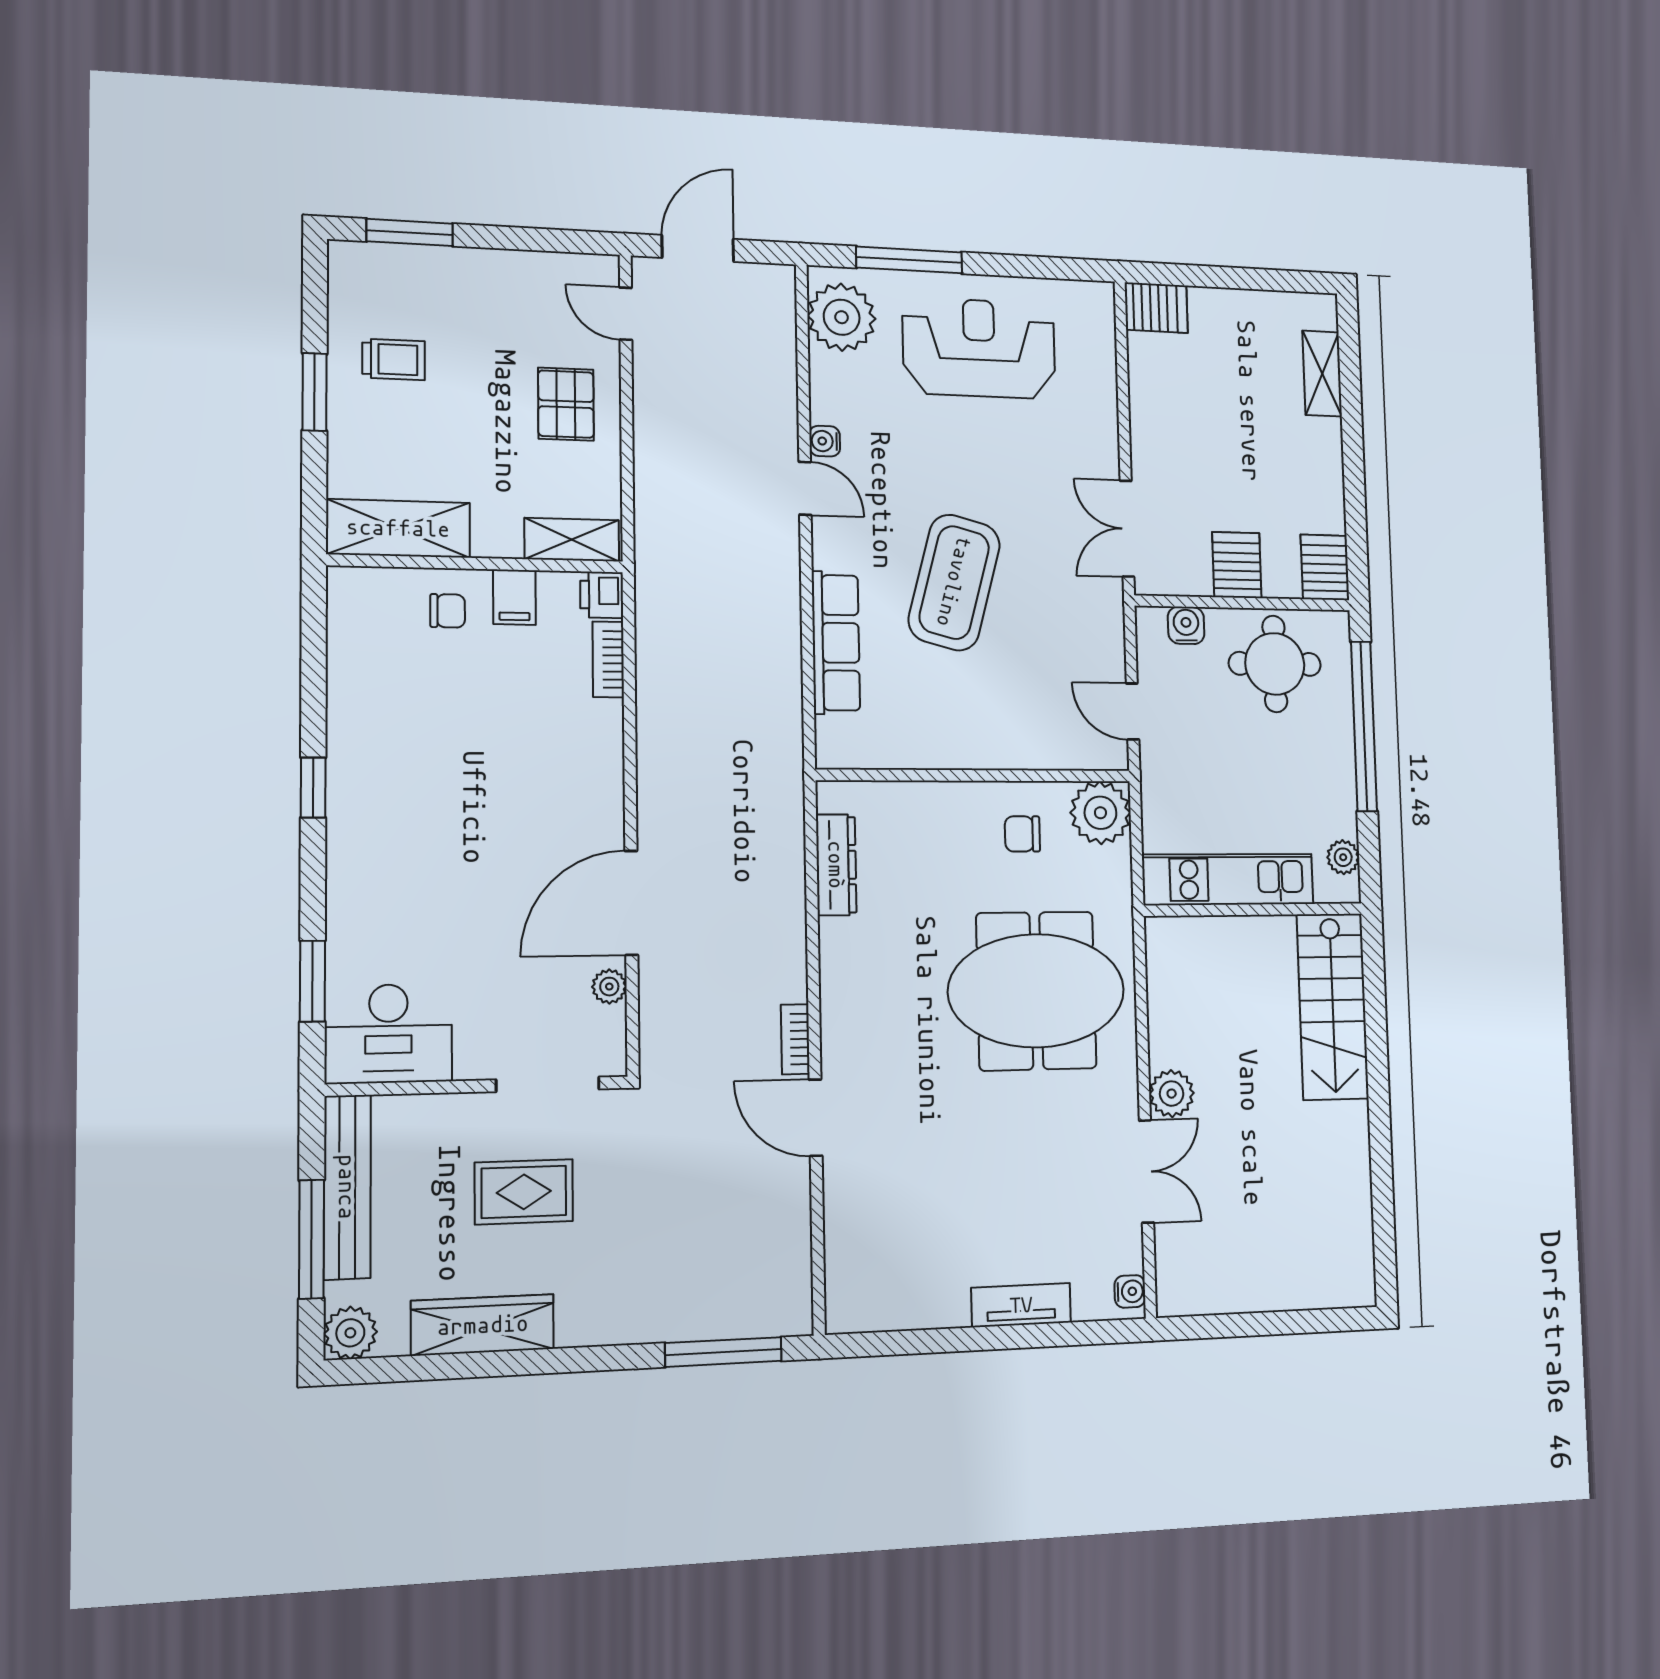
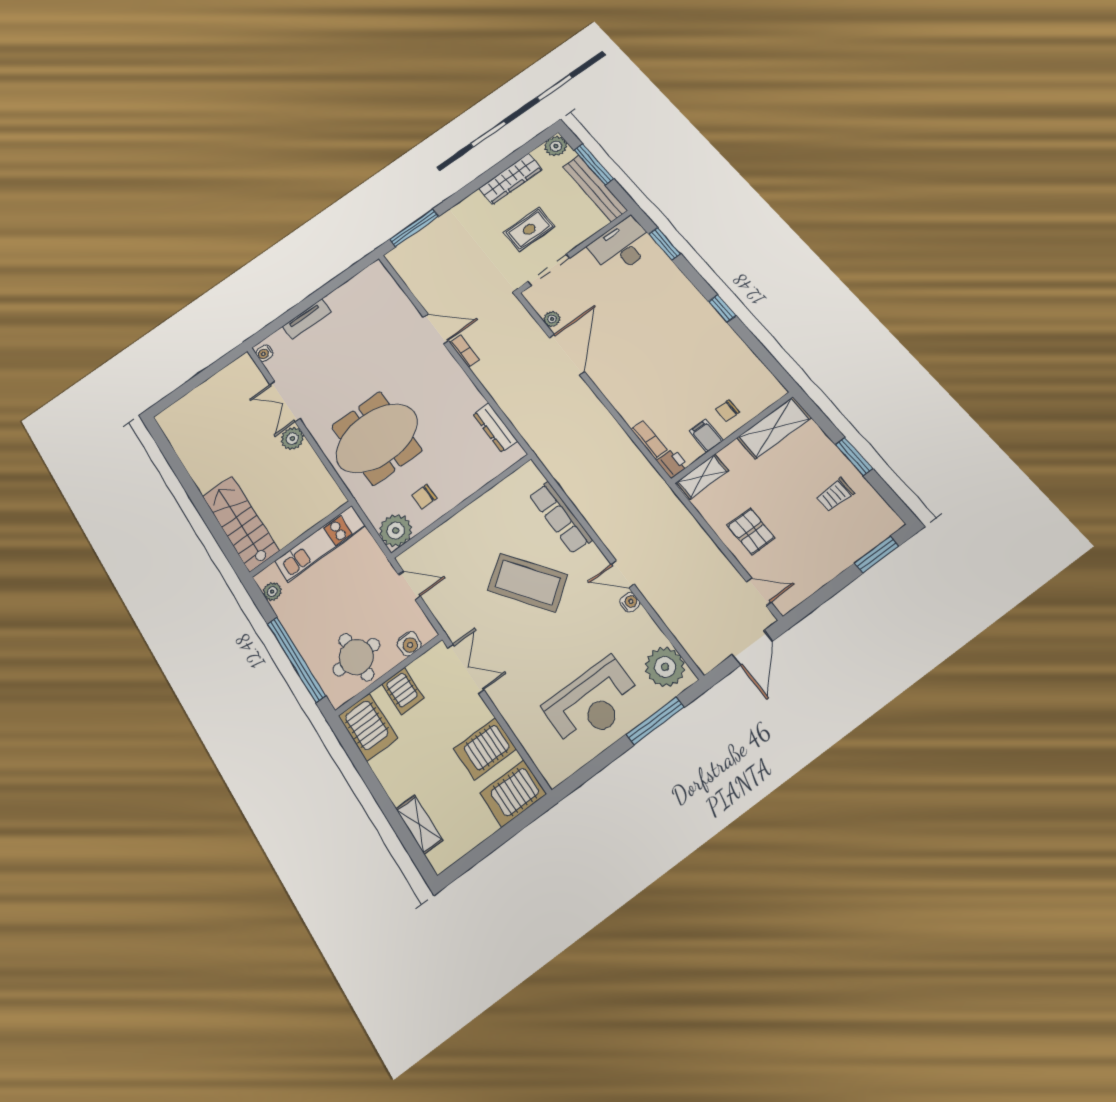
server rack: (1156, 308) -> (513, 793), width x1.36, depth x1.44
server rack: (1171, 402) -> (485, 749), added
server rack: (1325, 567) -> (368, 727), width x1.36, depth x1.44
coffee table: (954, 582) -> (528, 583), turned -51
chair: (1022, 834) -> (424, 497), turned 180

